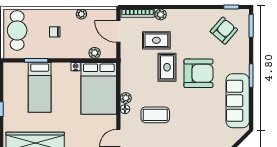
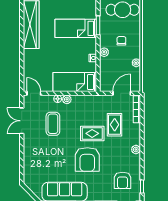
plant: (161, 14) -> (136, 150), moved
armchair: (224, 31) -> (123, 180), turned 49
plant: (95, 53) -> (104, 52), moved
bed: (99, 88) -> (75, 82), width x0.67

